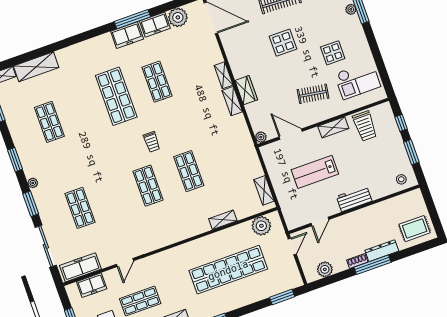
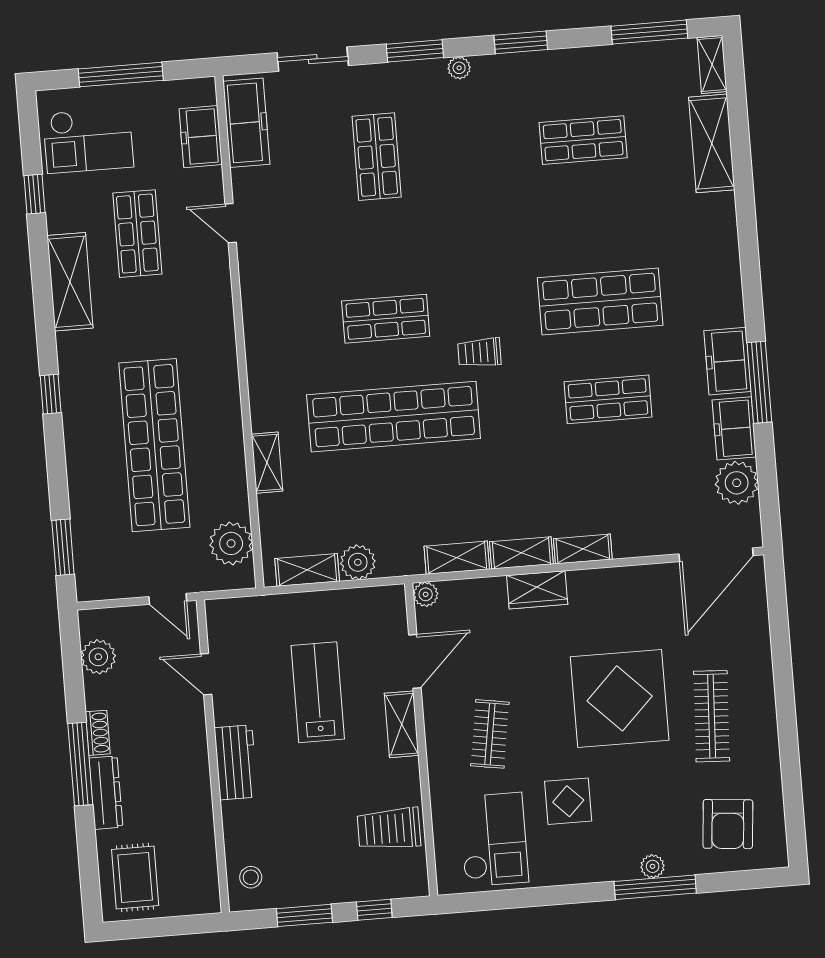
display table: (283, 43) -> (620, 698), width x1.86, depth x1.86
checkout: (358, 80) -> (494, 840), turned 180
shelving: (333, 127) -> (402, 724), moved
shelving: (242, 128) -> (457, 558), added
plant: (255, 170) -> (358, 562), added
shop shelf: (189, 171) -> (394, 417), width x2.00, depth x1.36
shop shelf: (80, 208) -> (377, 157), turned 90
sliding door: (46, 246) -> (313, 59), width x0.73

